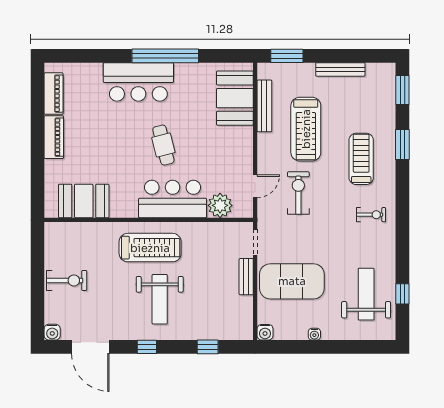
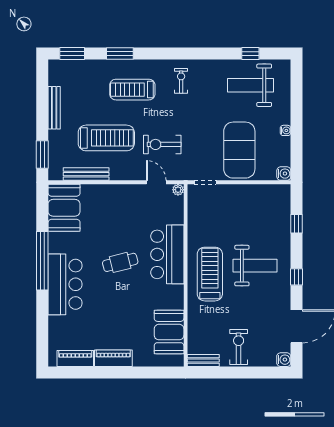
booth: (235, 98) -> (64, 208), moved, turned 90
plant: (220, 205) -> (178, 190), moved, width x0.53, depth x0.53
bench: (246, 277) -> (203, 360), moved

